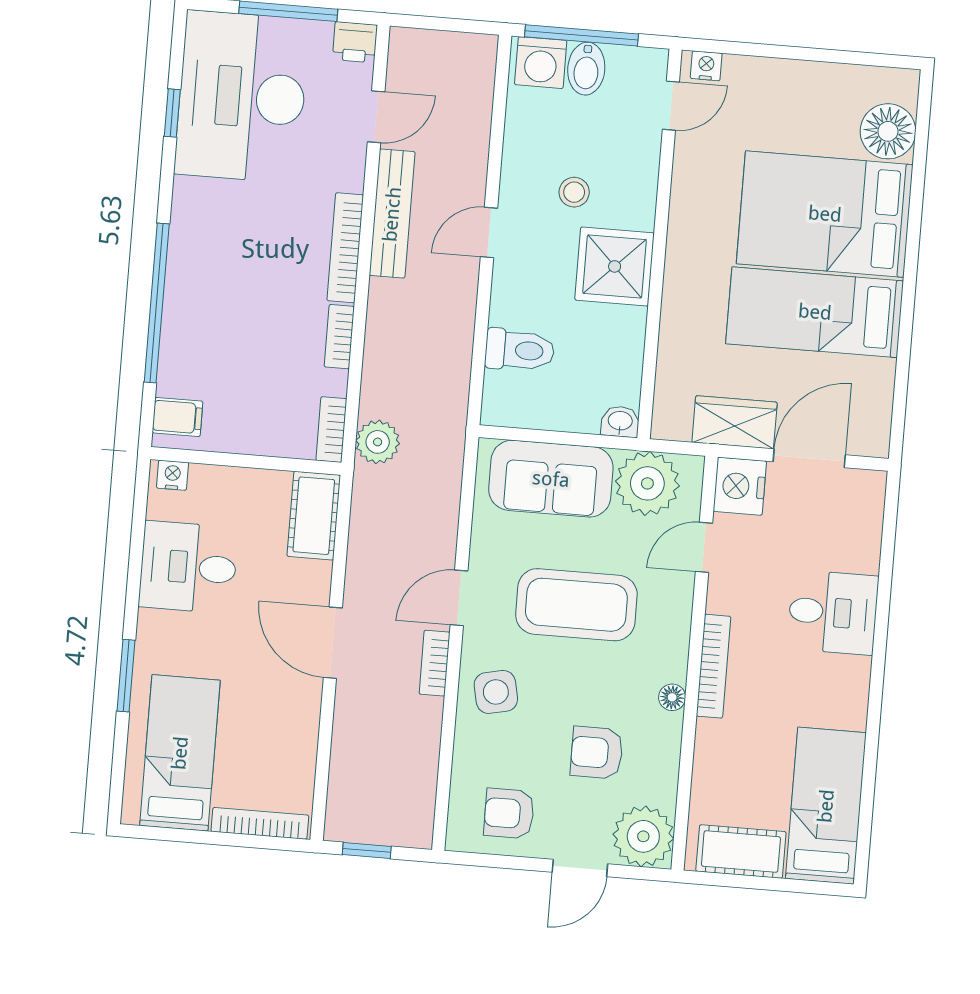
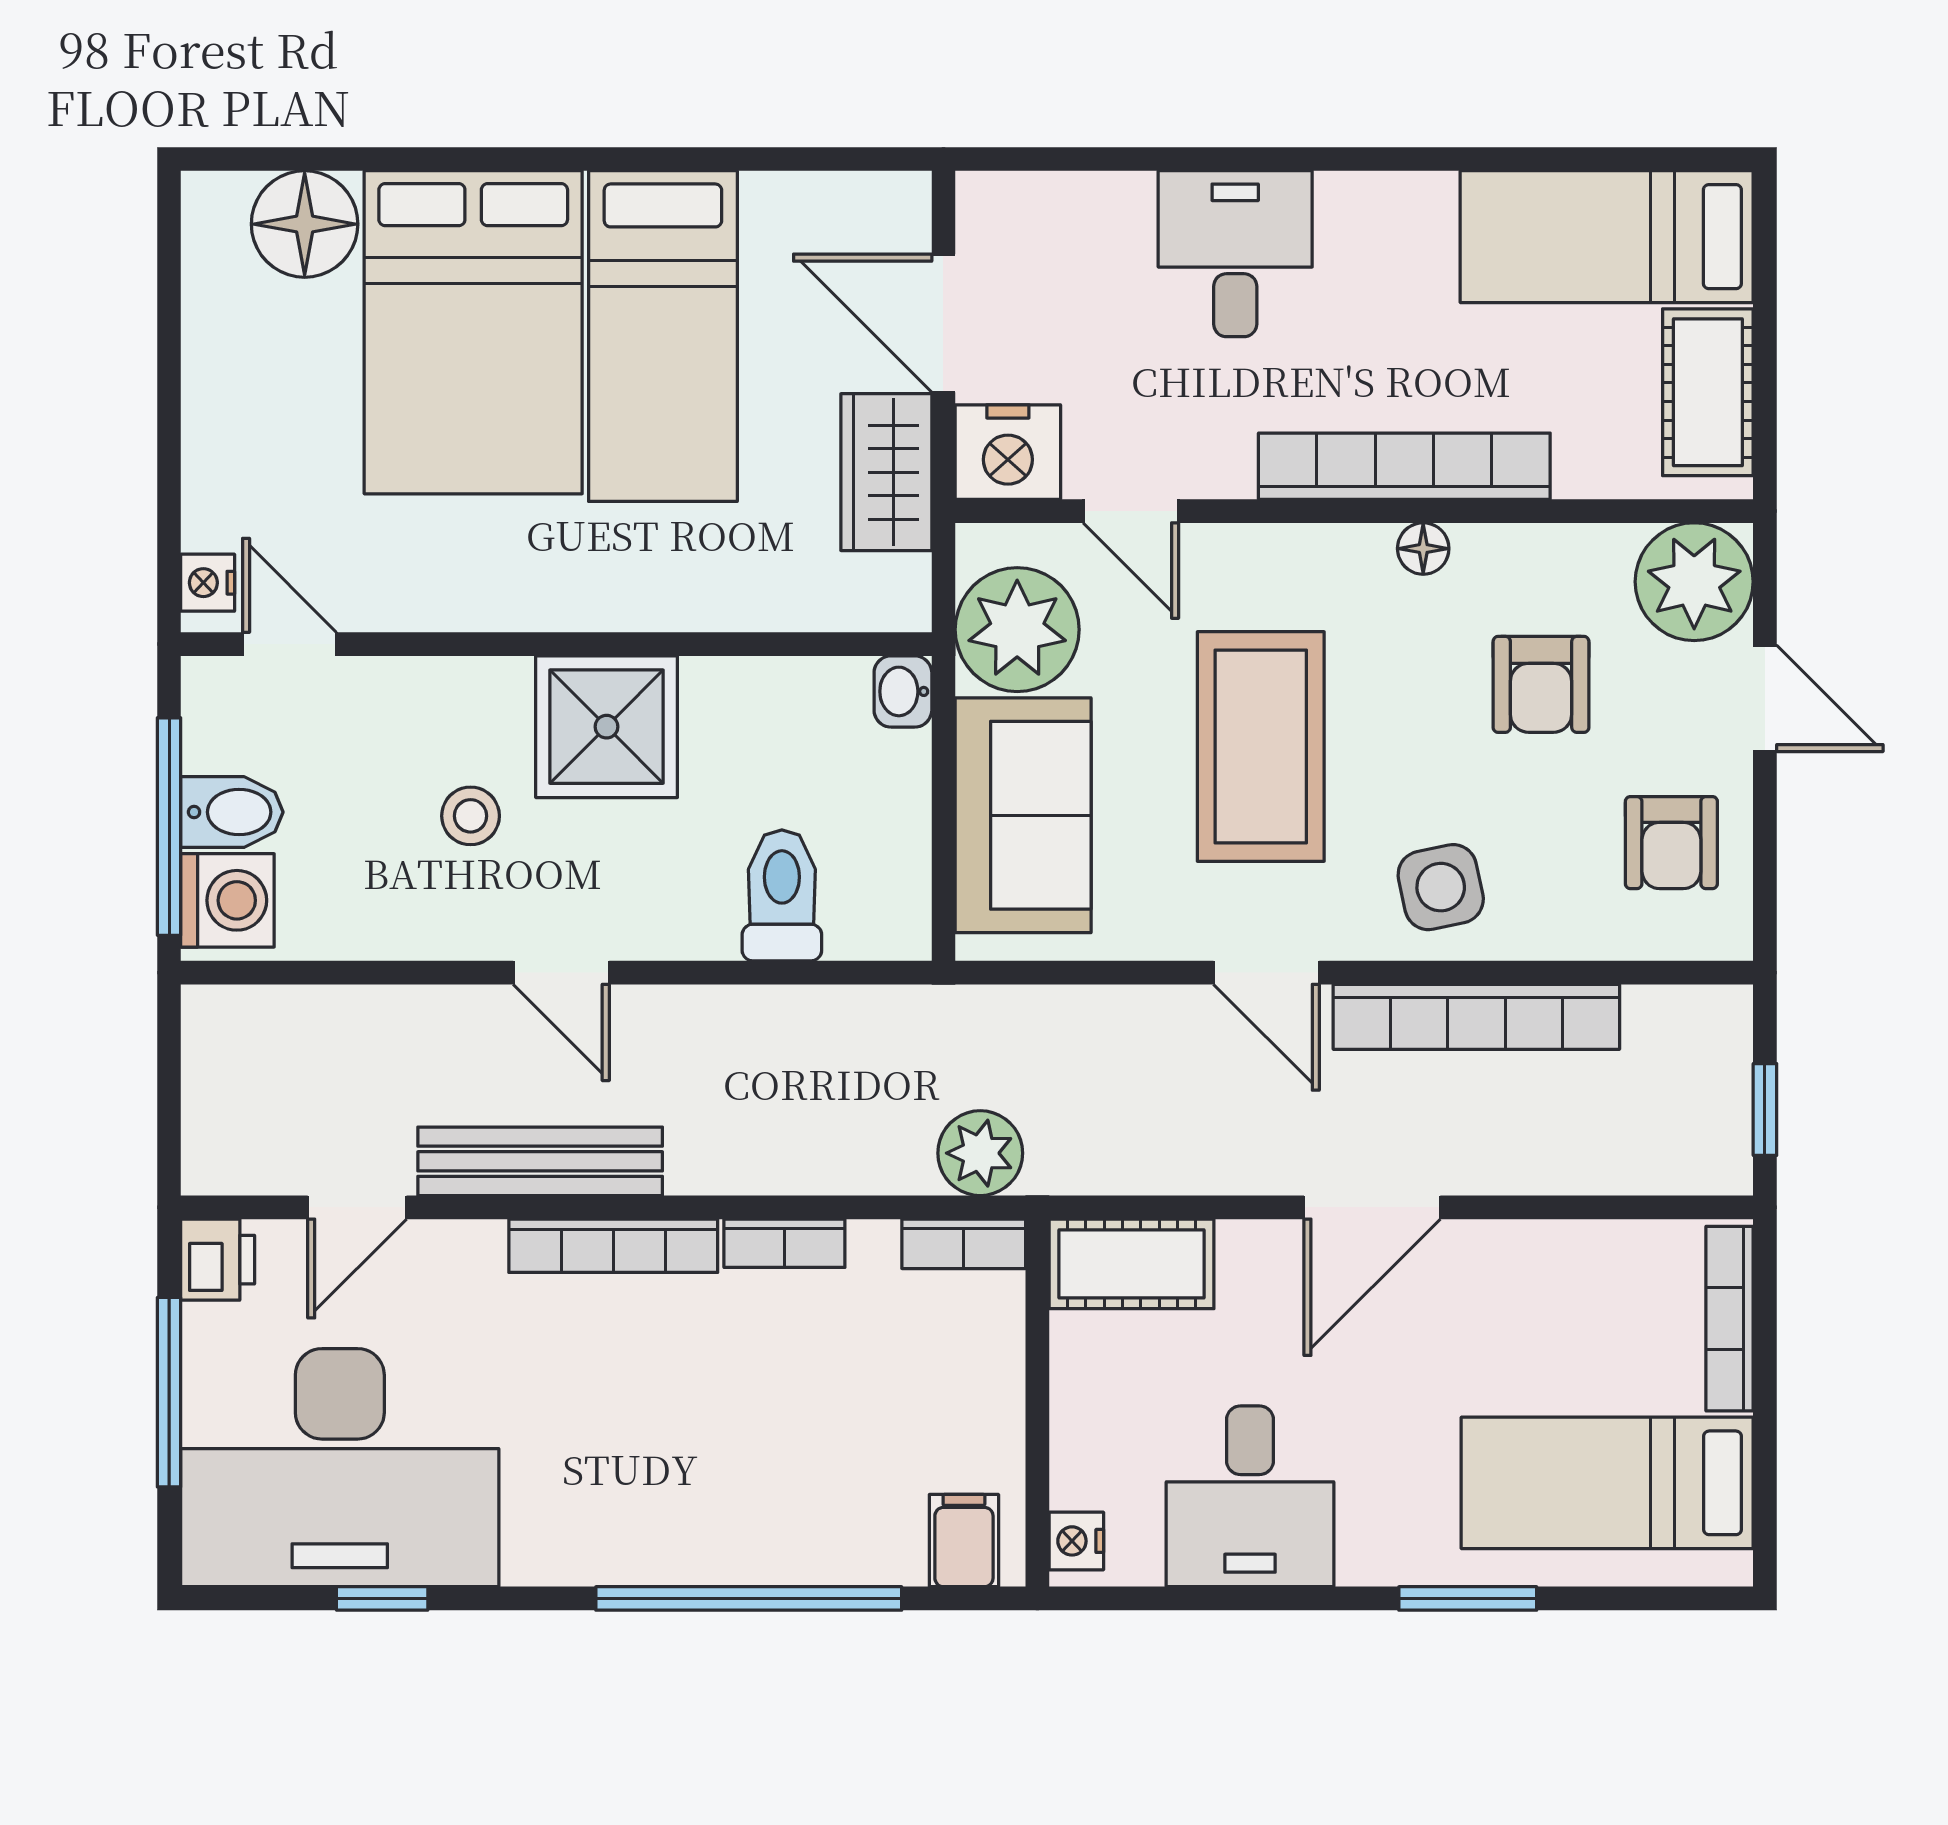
door: (376, 117) -> (357, 1207), swing flipped
bookcase: (435, 663) -> (1476, 1017), width x2.31, depth x1.31
bookcase: (714, 666) -> (1404, 466), width x1.48, depth x1.31

